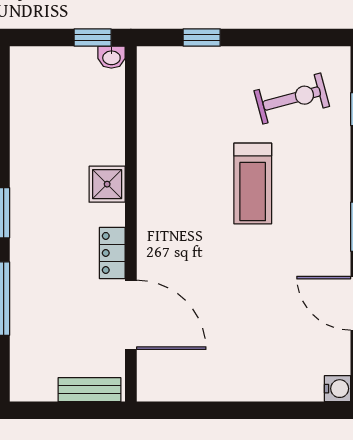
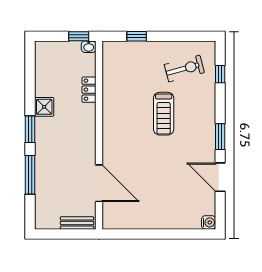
shower: (107, 184) -> (44, 107), moved
locker: (112, 253) -> (89, 90), moved

